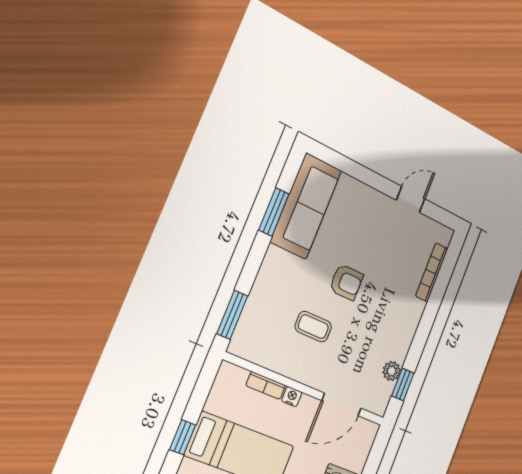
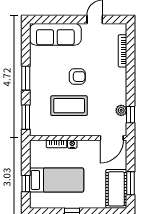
sofa: (306, 206) -> (55, 34), moved, turned 90
window: (274, 212) -> (26, 78), moved
coffee table: (313, 327) -> (69, 106), width x1.86, depth x1.72
door: (341, 404) -> (112, 138), moved

